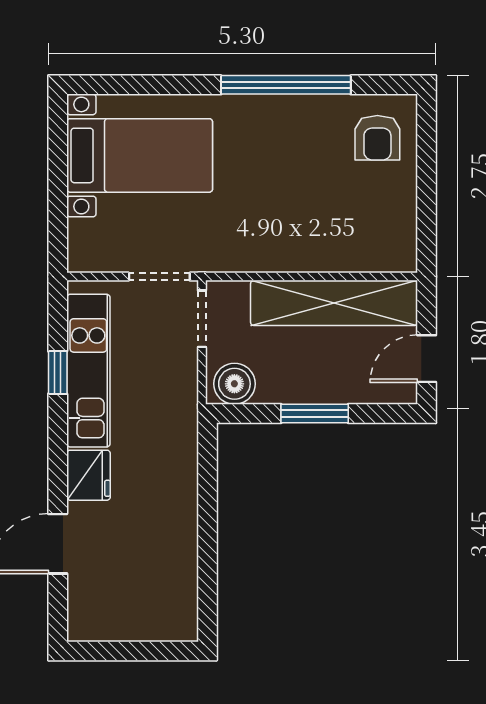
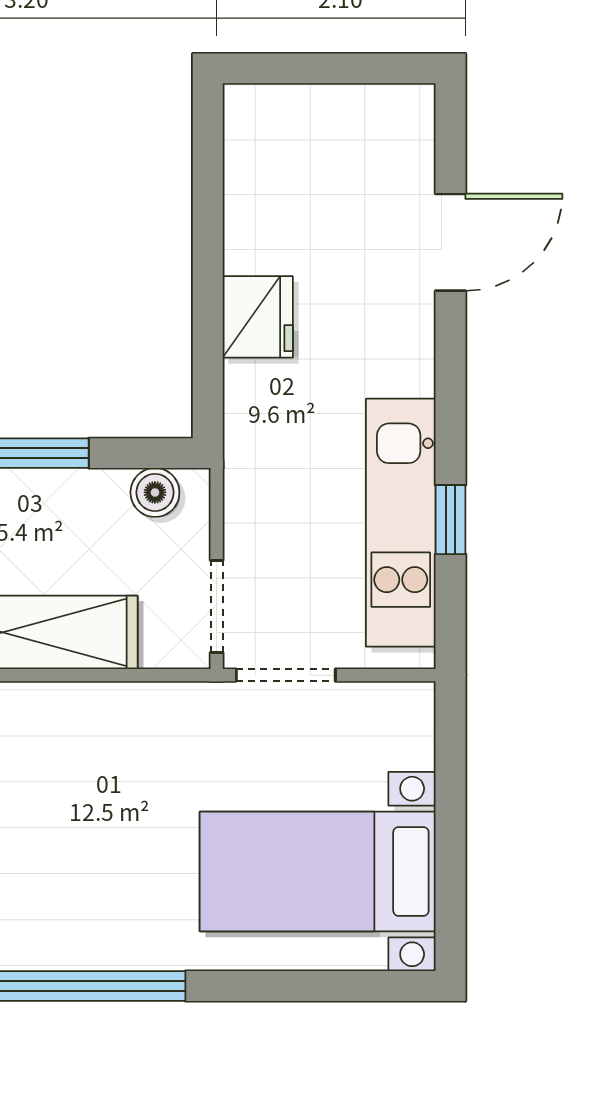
boiler: (234, 384) -> (155, 492), width x0.73, depth x0.73
fridge: (88, 475) -> (258, 317), moved, turned 180

